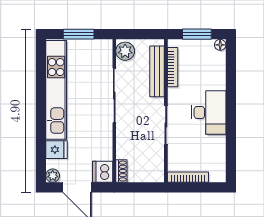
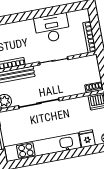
desk: (209, 112) -> (52, 28), moved

